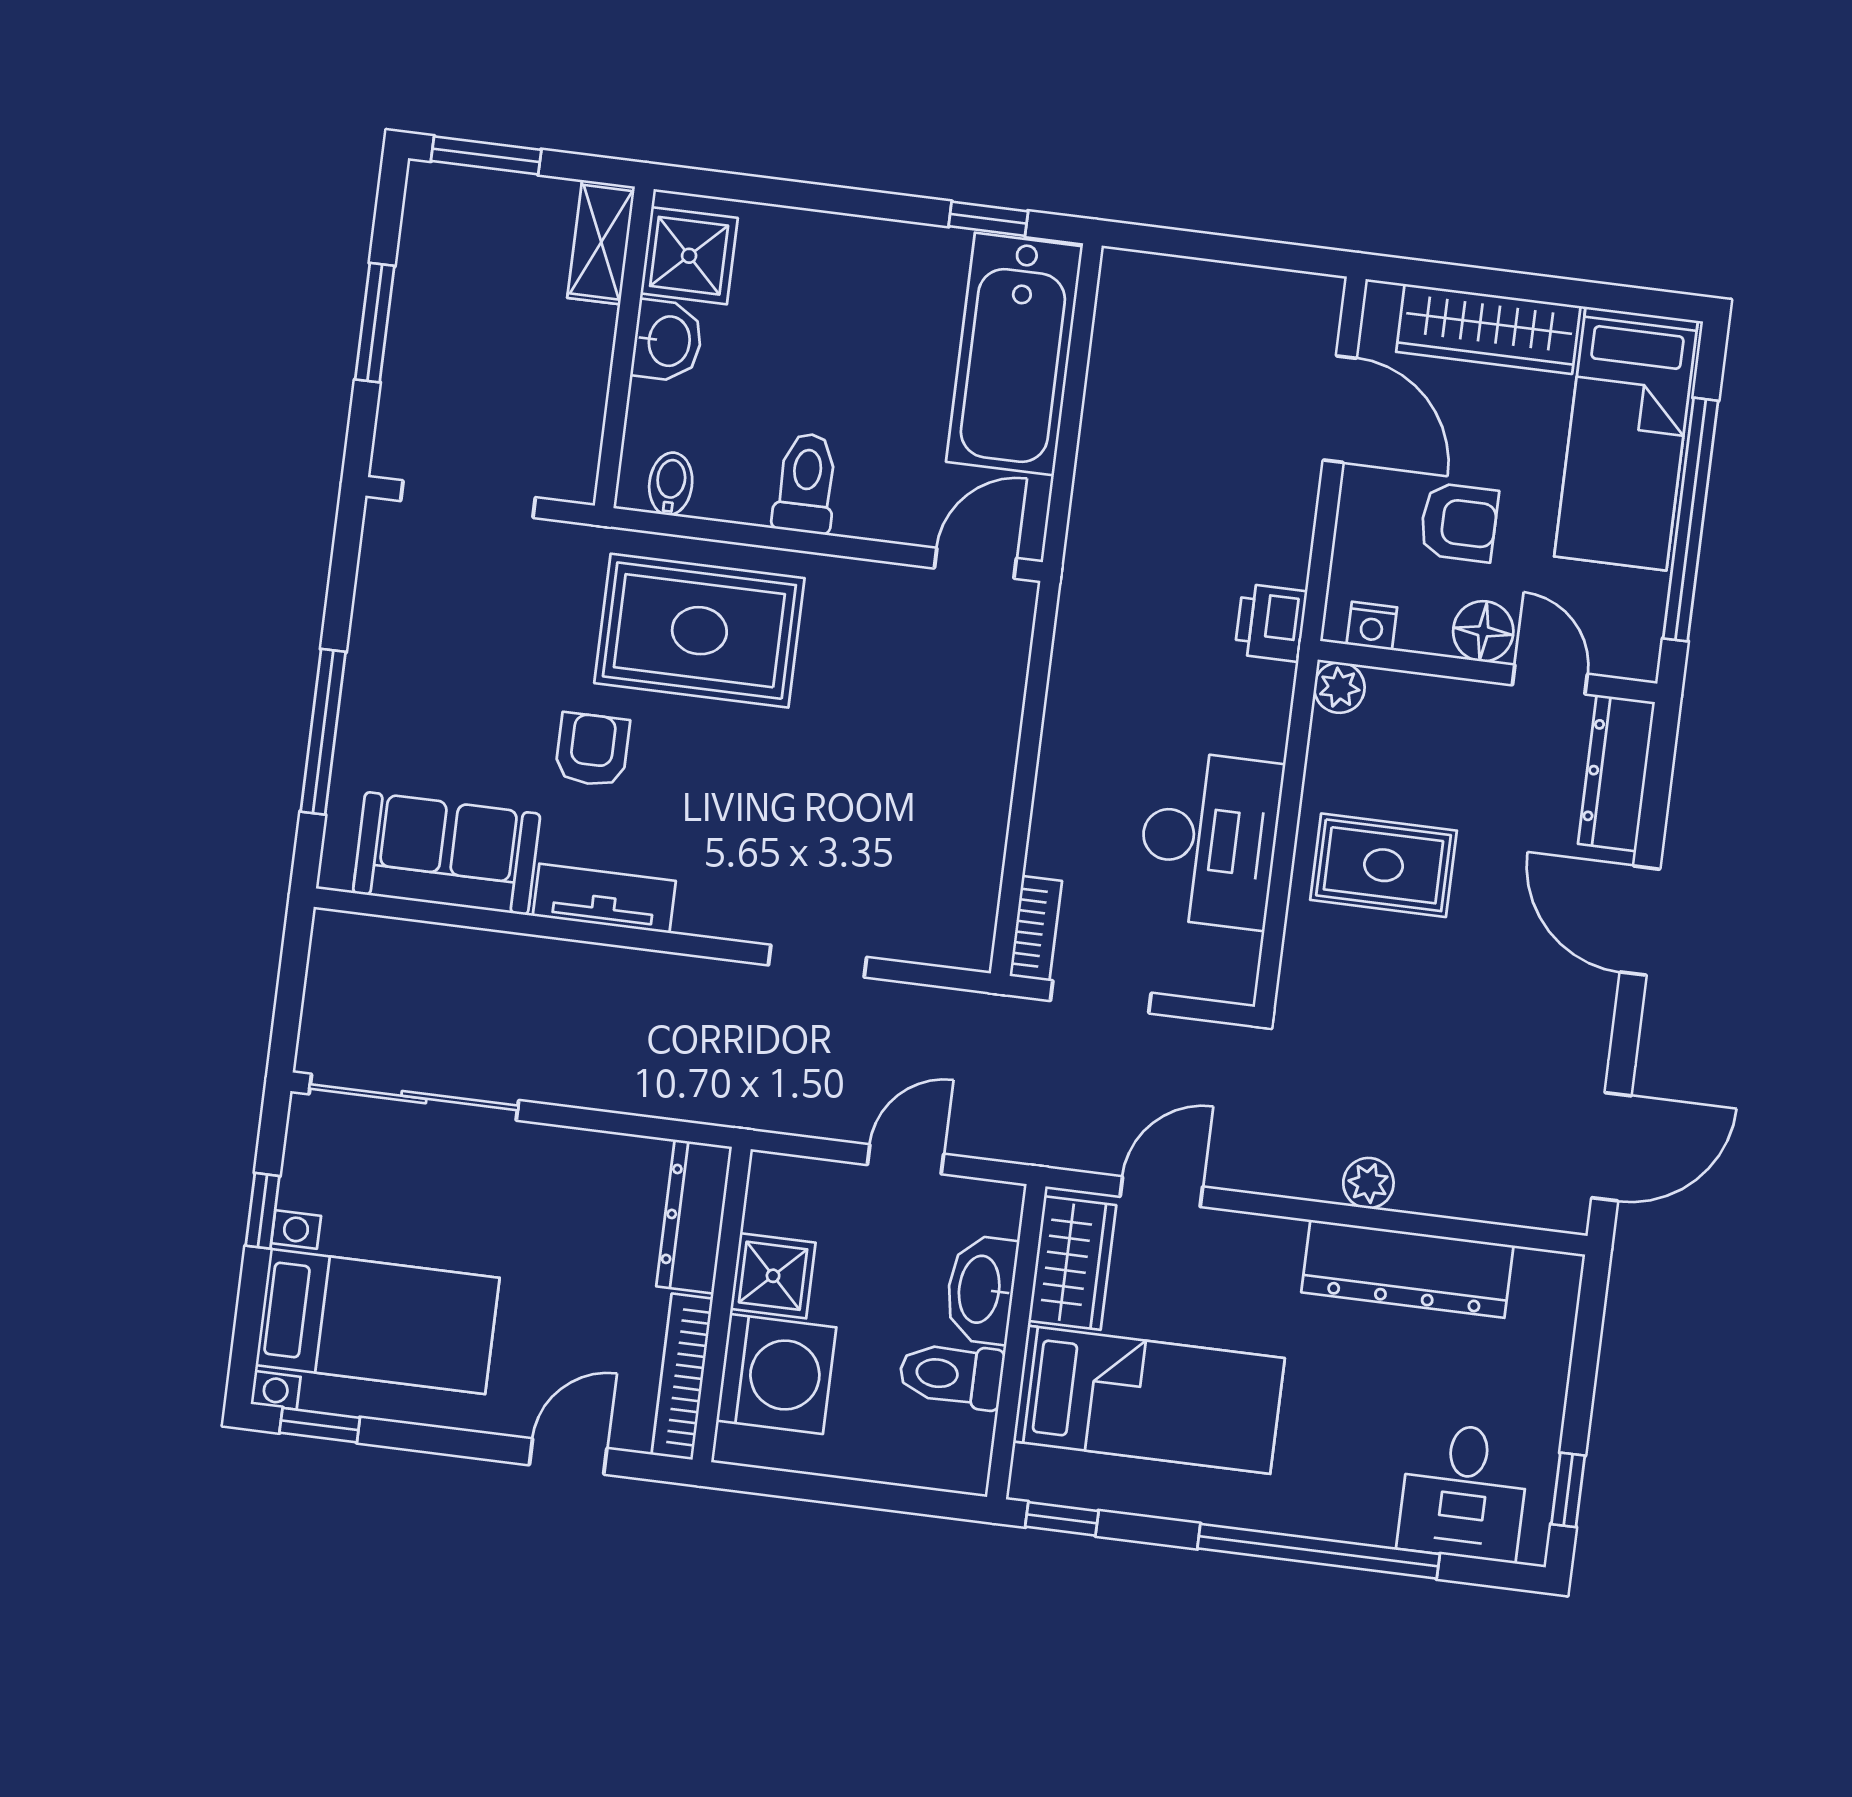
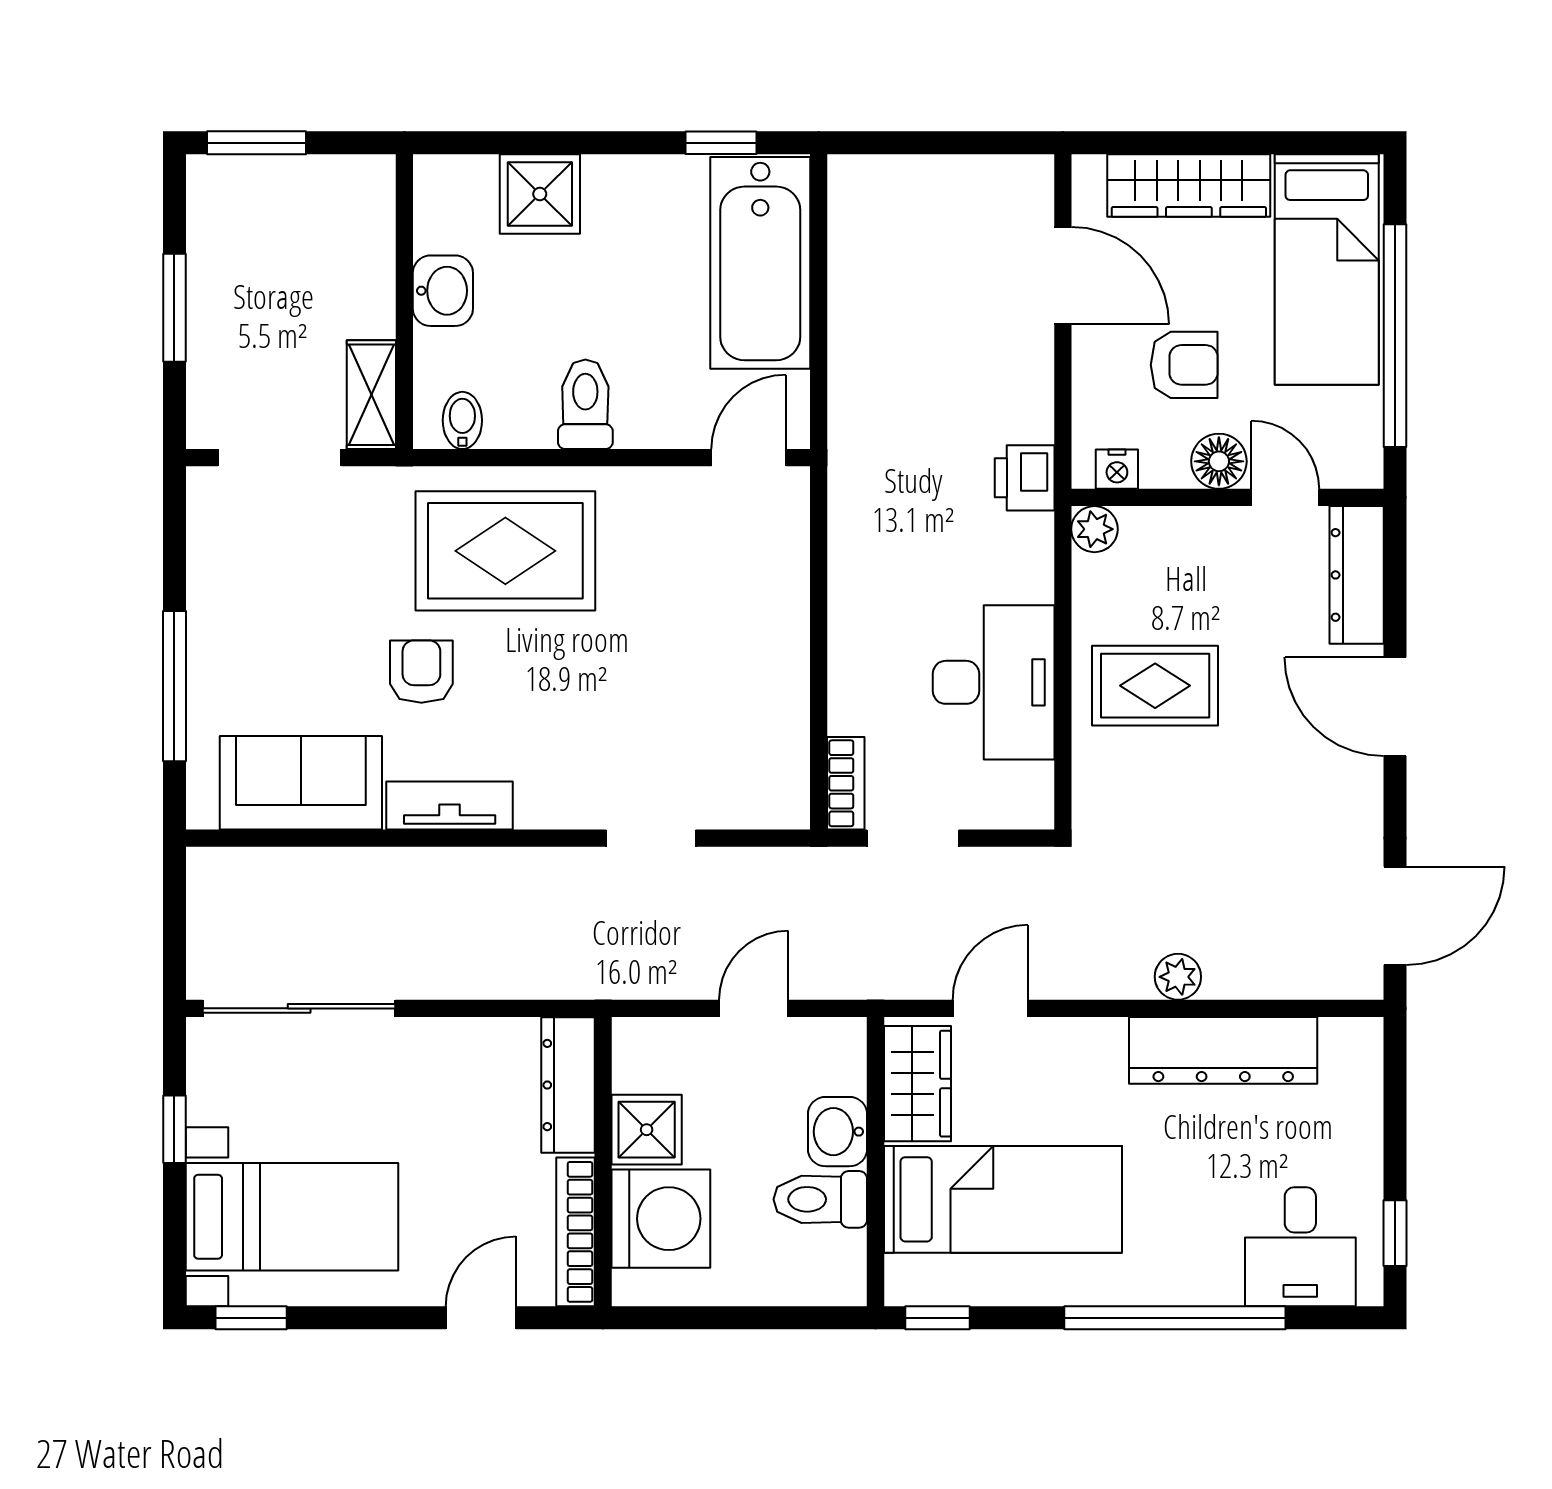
shelving: (601, 242) -> (371, 395), moved
shower: (689, 256) -> (540, 194), moved
washbasin: (981, 1289) -> (838, 1132), width x0.72

